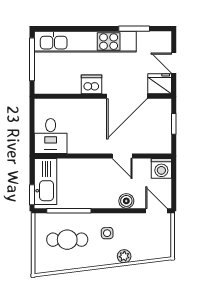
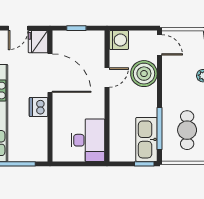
desk: (51, 136) -> (88, 140), width x1.37
kitchen sink: (45, 181) -> (147, 139), moved, turned -90
boiler: (126, 201) -> (144, 74), width x1.86, depth x1.86
door: (156, 211) -> (159, 45), swing flipped
side table: (107, 233) -> (181, 92), removed

